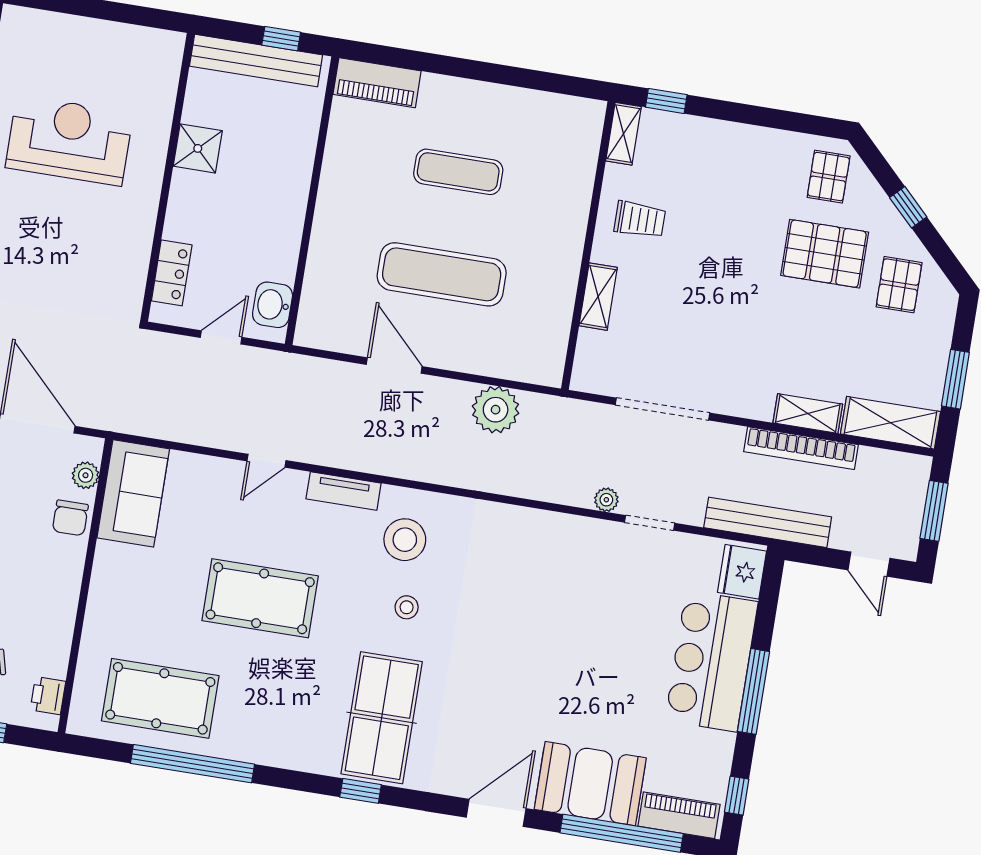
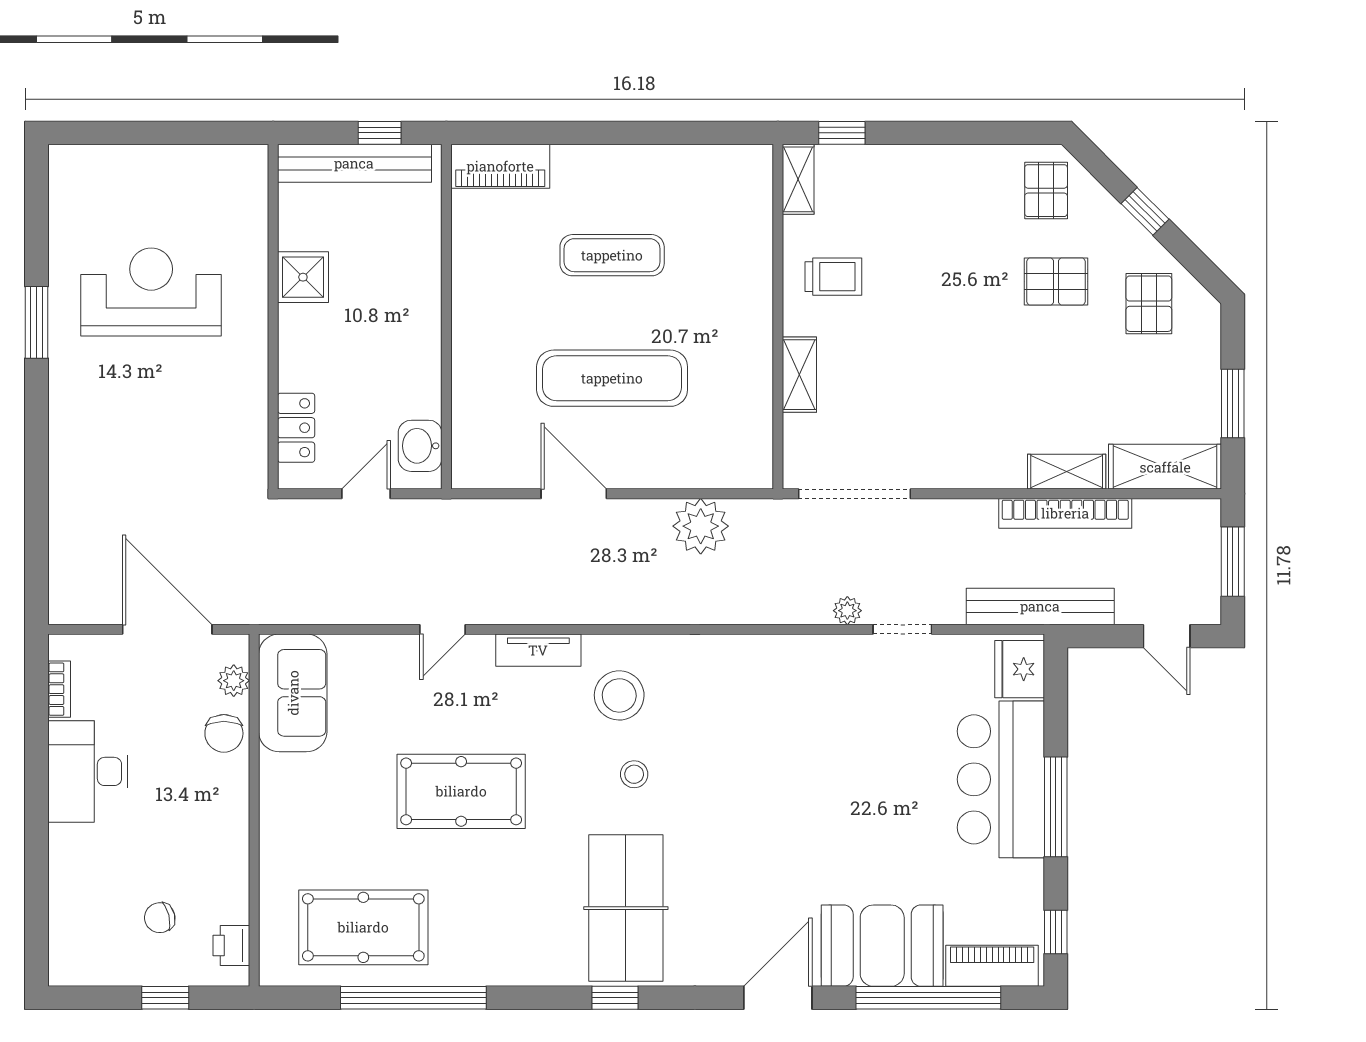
pallet: (825, 254) -> (1056, 281), width x0.67, depth x0.71
doorway: (663, 409) -> (855, 494), moved

